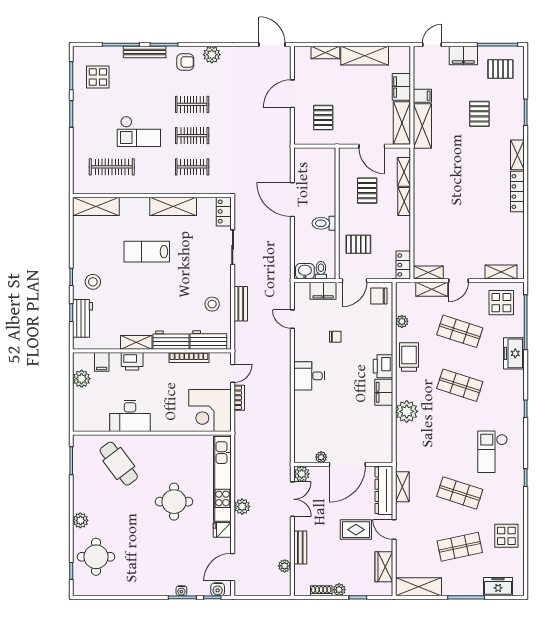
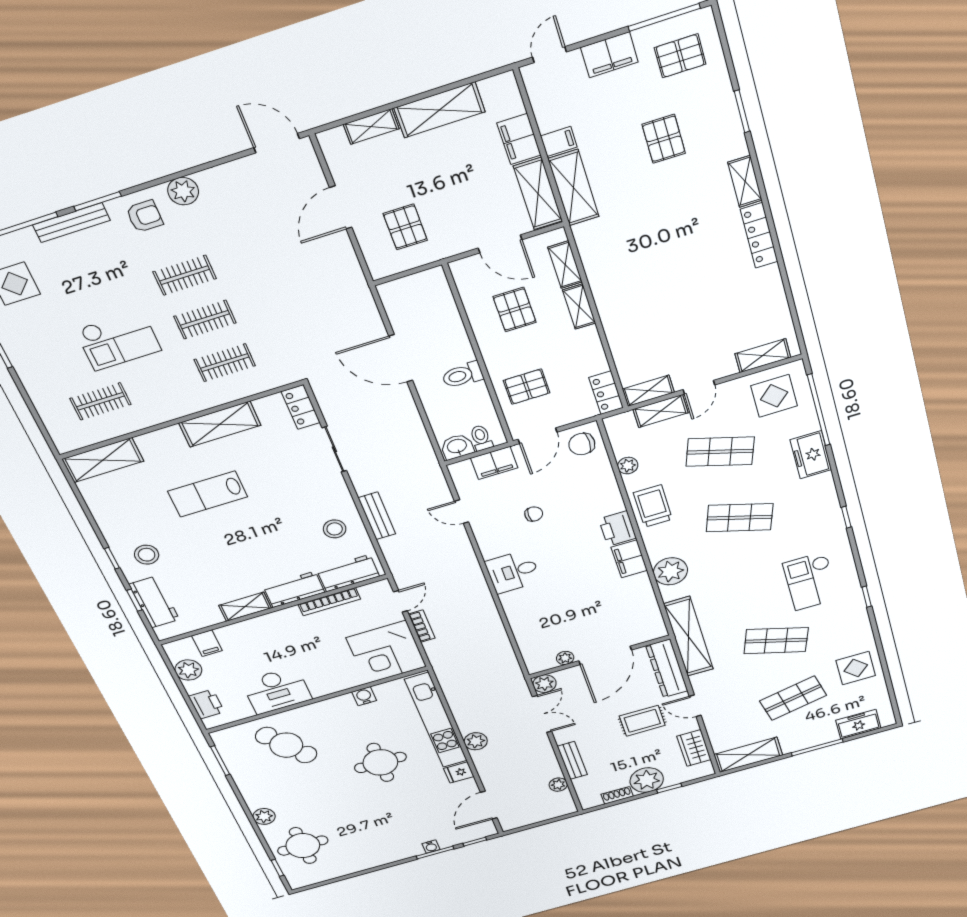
clothes rail: (112, 167) -> (100, 401), width x0.73
printer: (132, 361) -> (207, 704), moved, turned -90
shelving: (402, 487) -> (689, 637), width x2.20, depth x1.33
water cooler: (218, 589) -> (364, 696), moved, turned 180
plant: (339, 590) -> (647, 780), width x1.88, depth x1.88

